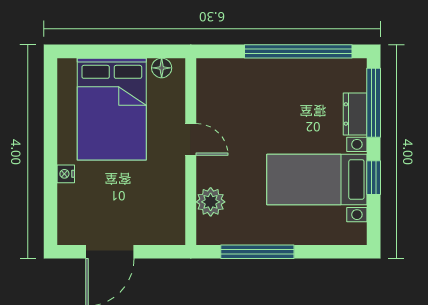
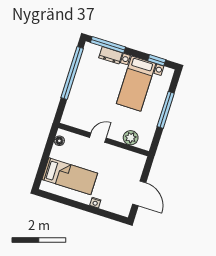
bed: (112, 109) -> (70, 176), width x0.67
window: (374, 178) -> (157, 60), moved
window: (257, 252) -> (166, 110), moved

